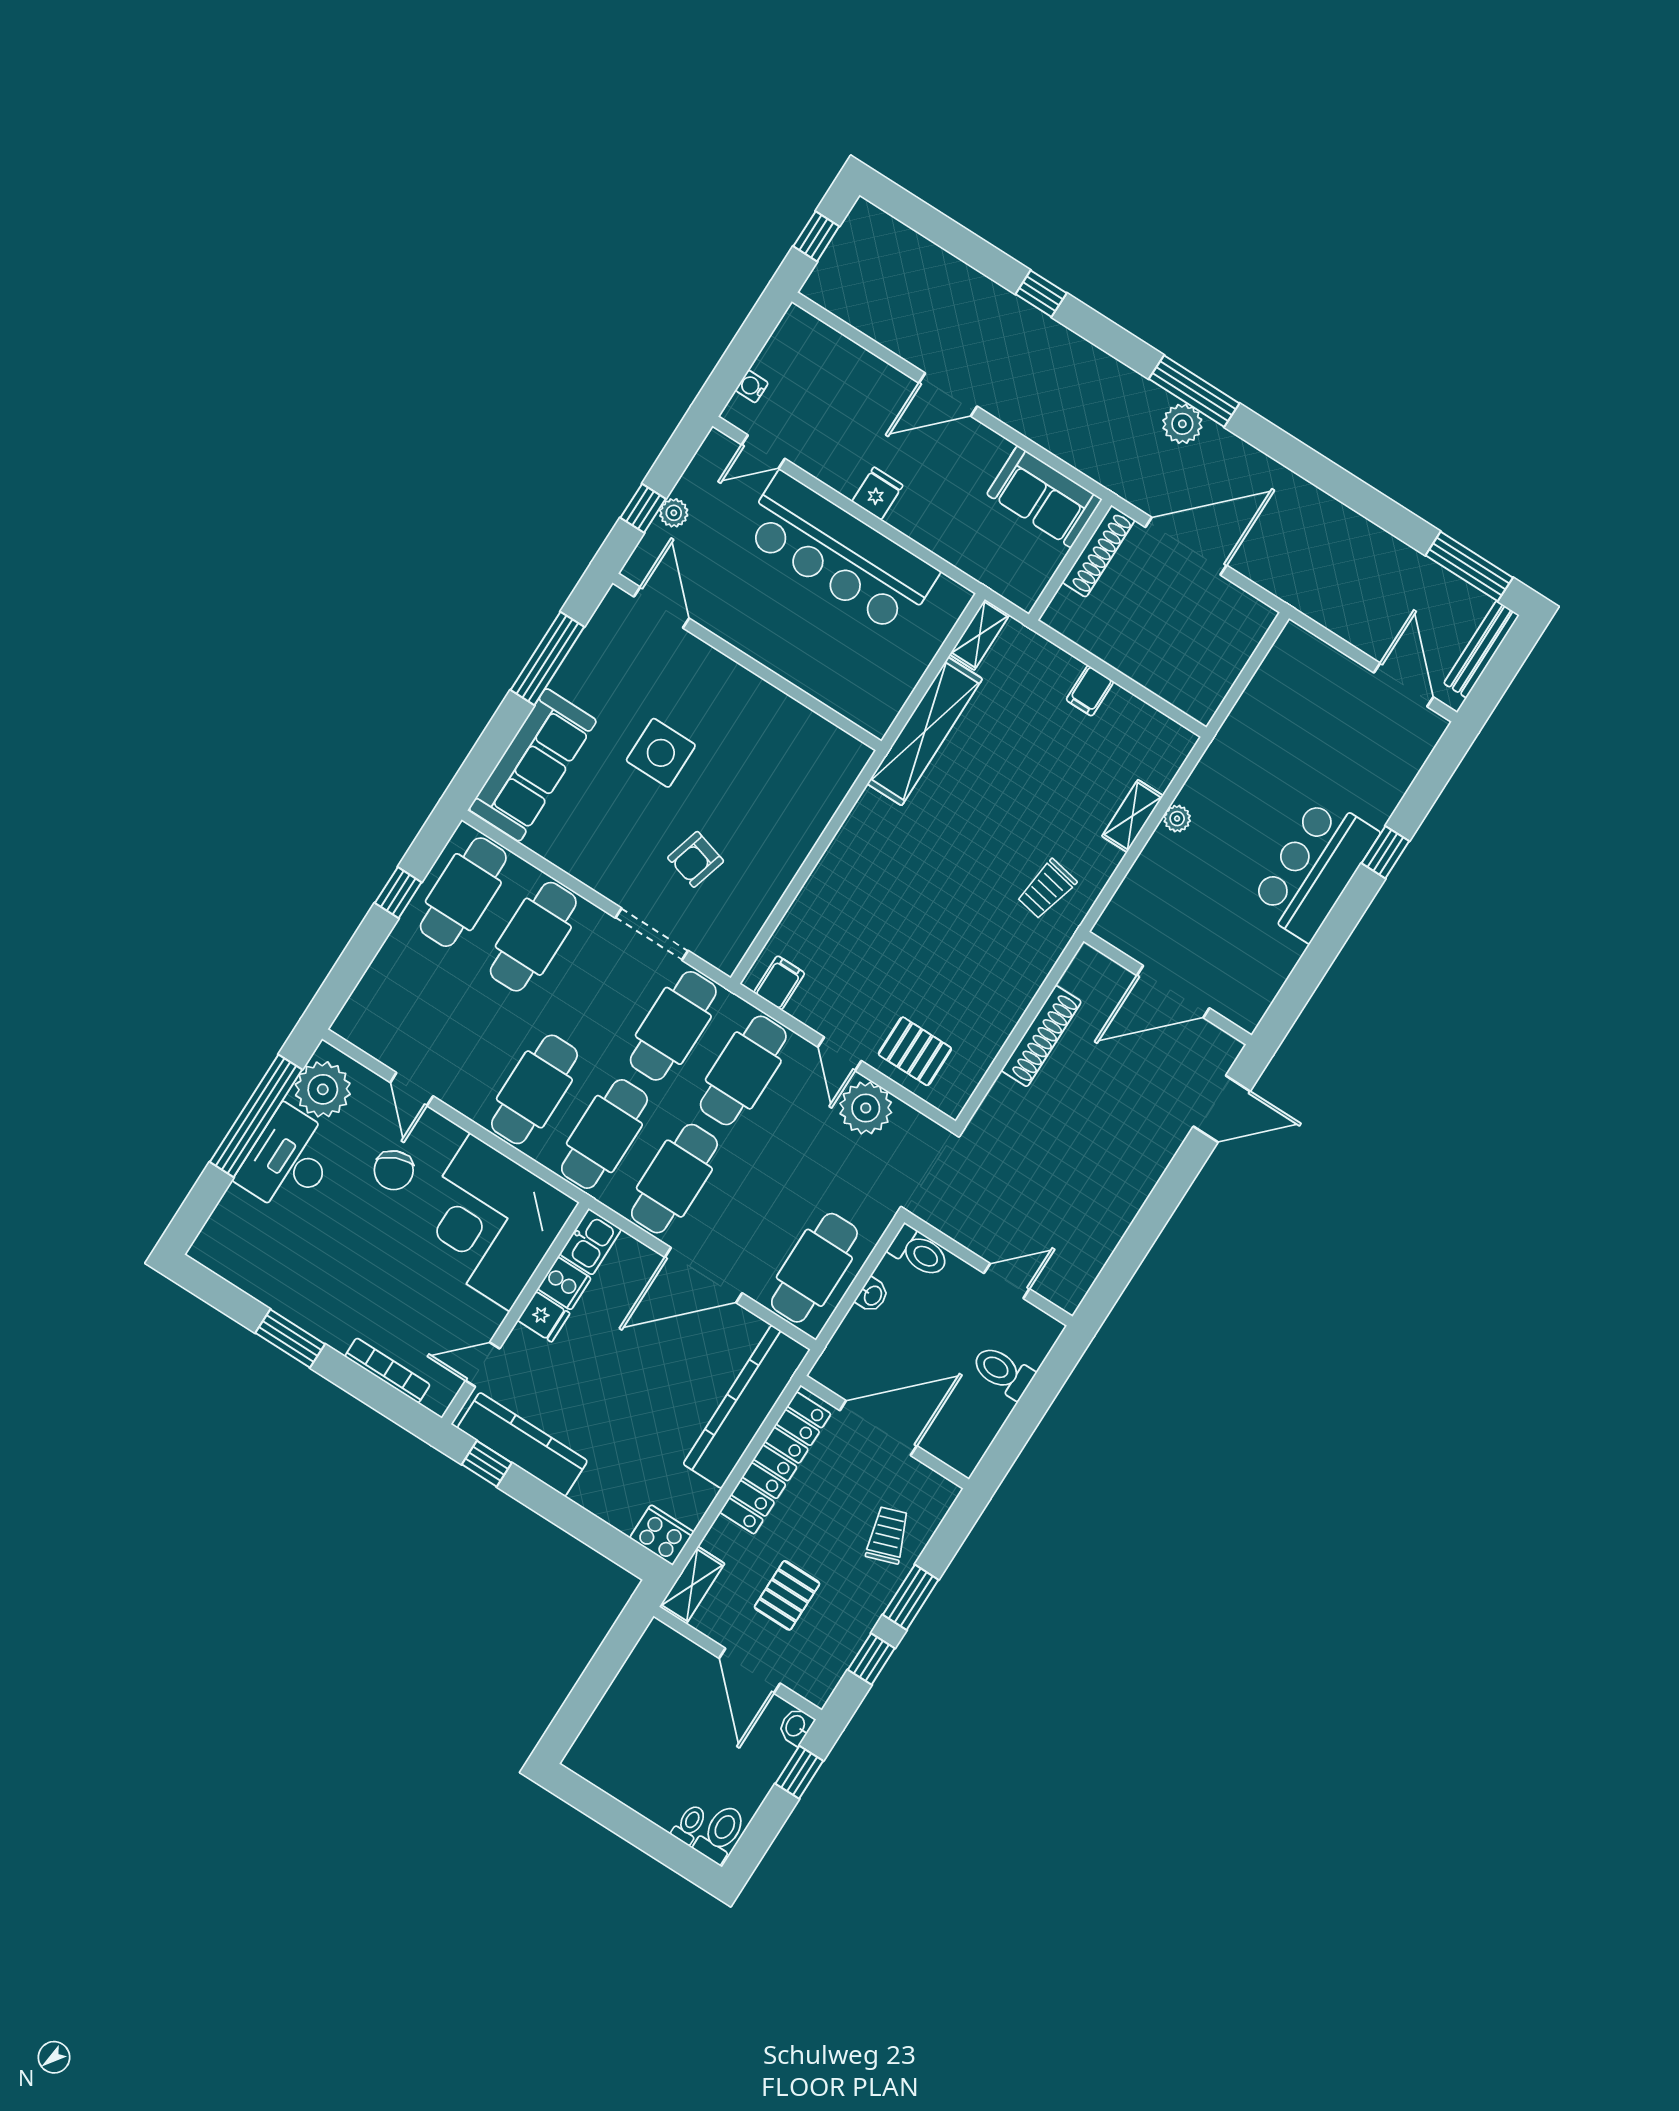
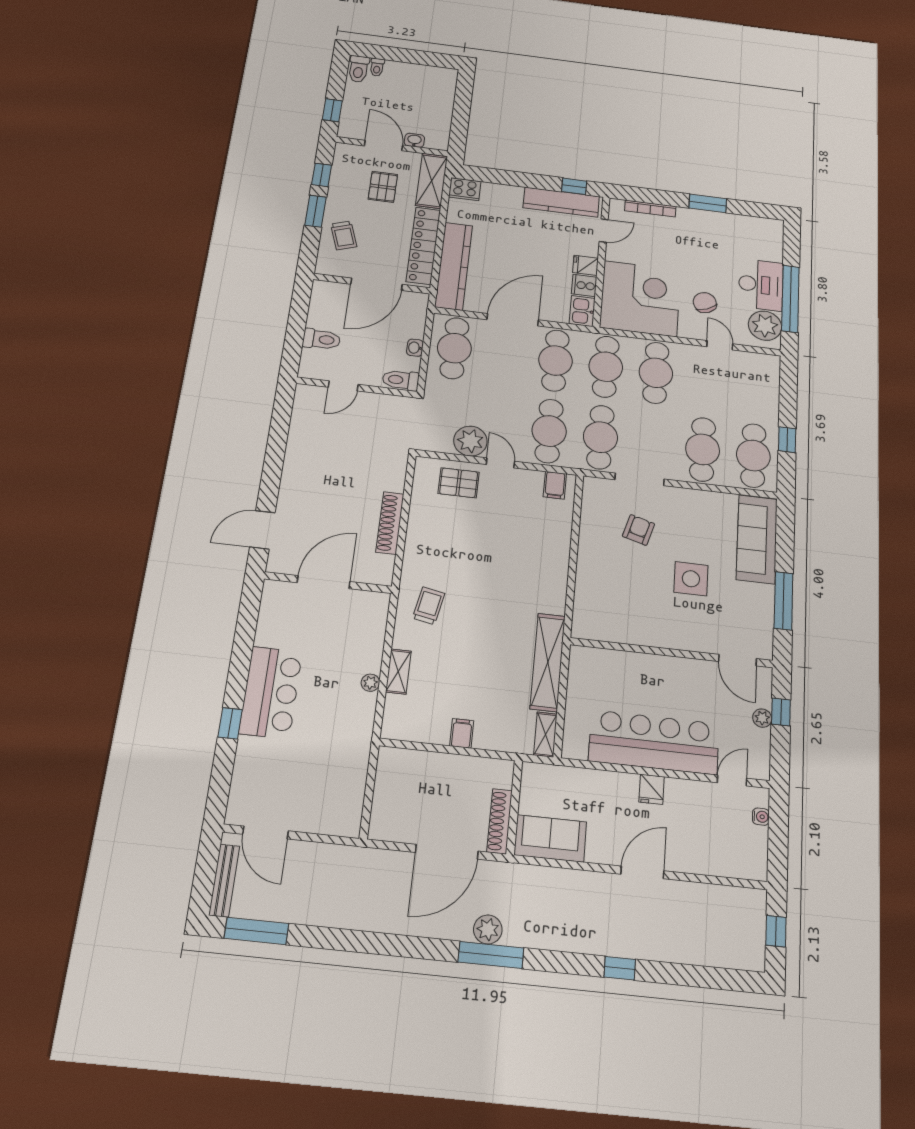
shelving: (692, 1585) -> (432, 181), width x1.50, depth x1.33
washbasin: (796, 1726) -> (414, 140), moved, turned -90

